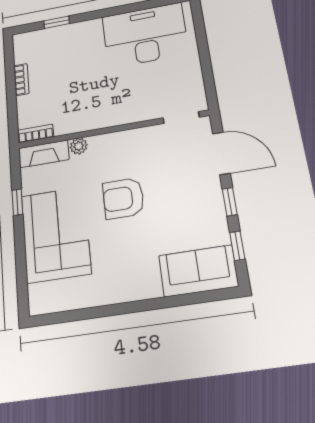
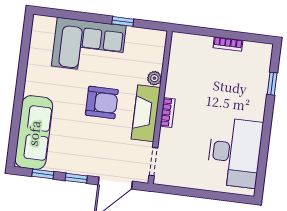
bookcase: (36, 134) -> (168, 113), moved
fireplace: (44, 154) -> (146, 113), moved, width x1.37, depth x1.32
armchair: (123, 198) -> (102, 102), turned 90
sofa: (198, 271) -> (34, 133), width x1.36

